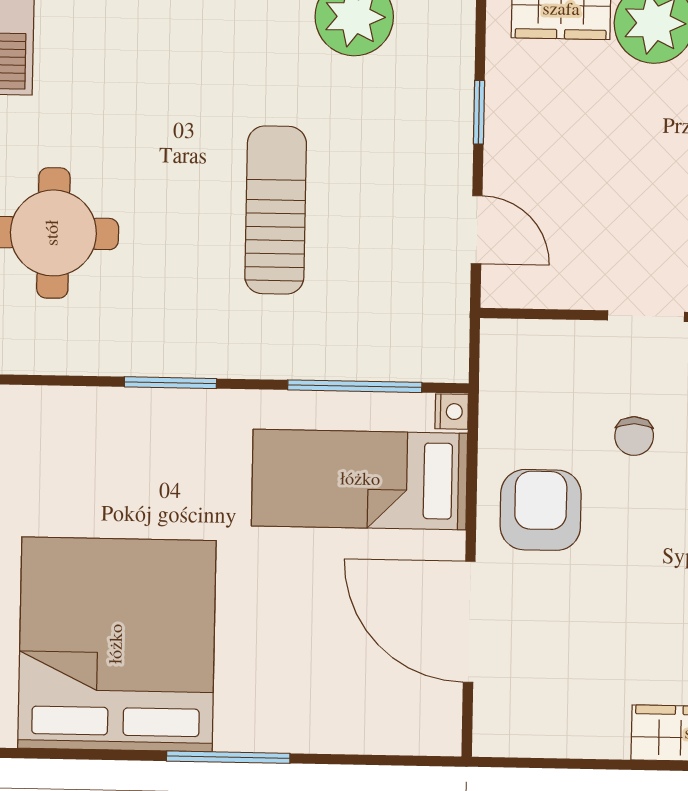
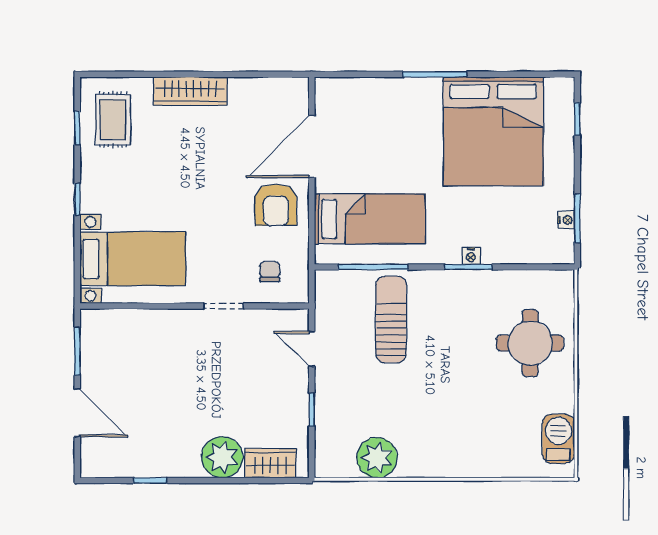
sun lounger: (276, 210) -> (391, 319), moved, turned 180
nightstand: (452, 412) -> (471, 256), moved, turned -90
chair: (634, 436) -> (270, 272), moved
door: (469, 622) -> (312, 147), swing flipped

